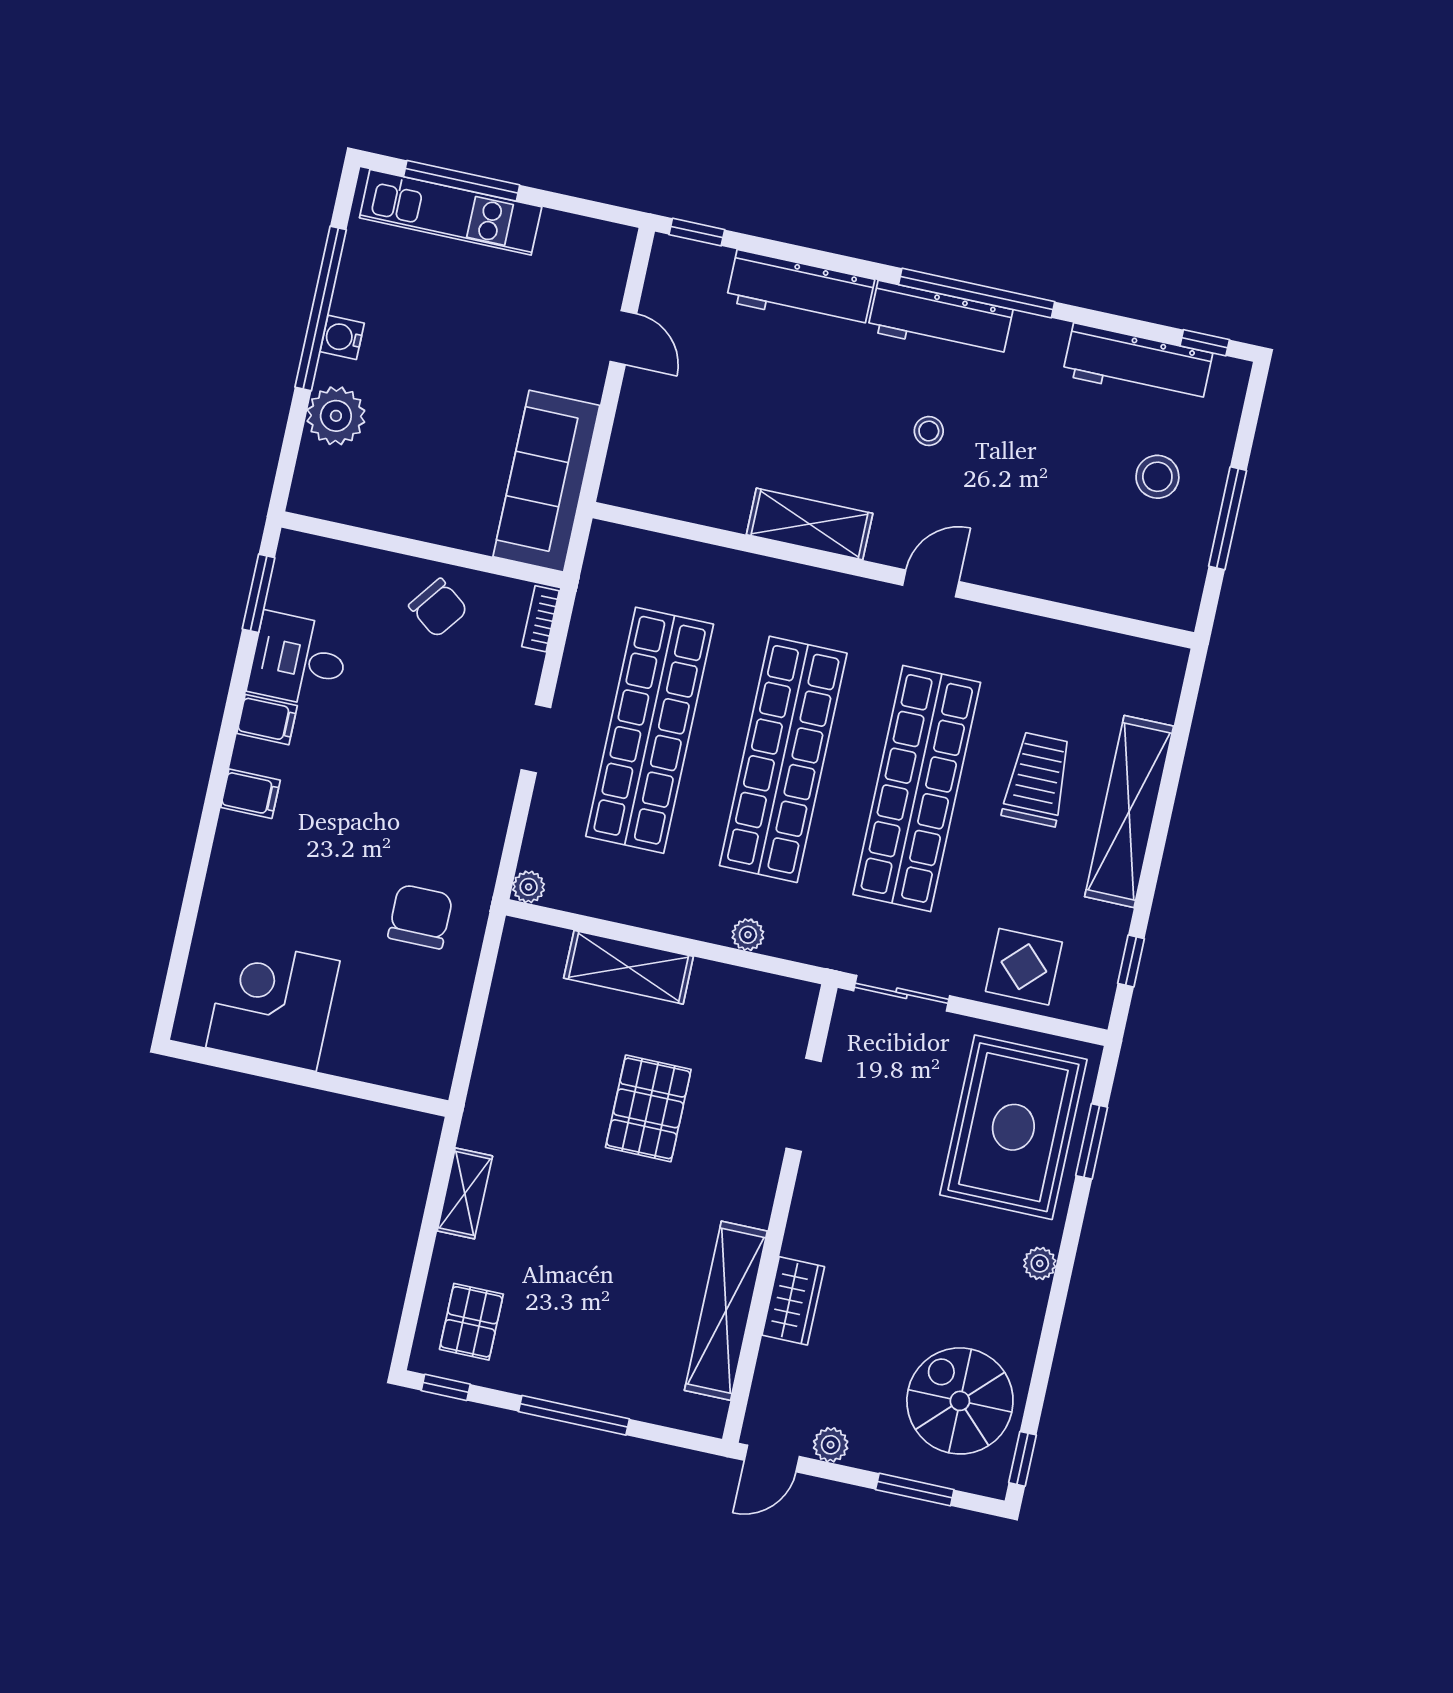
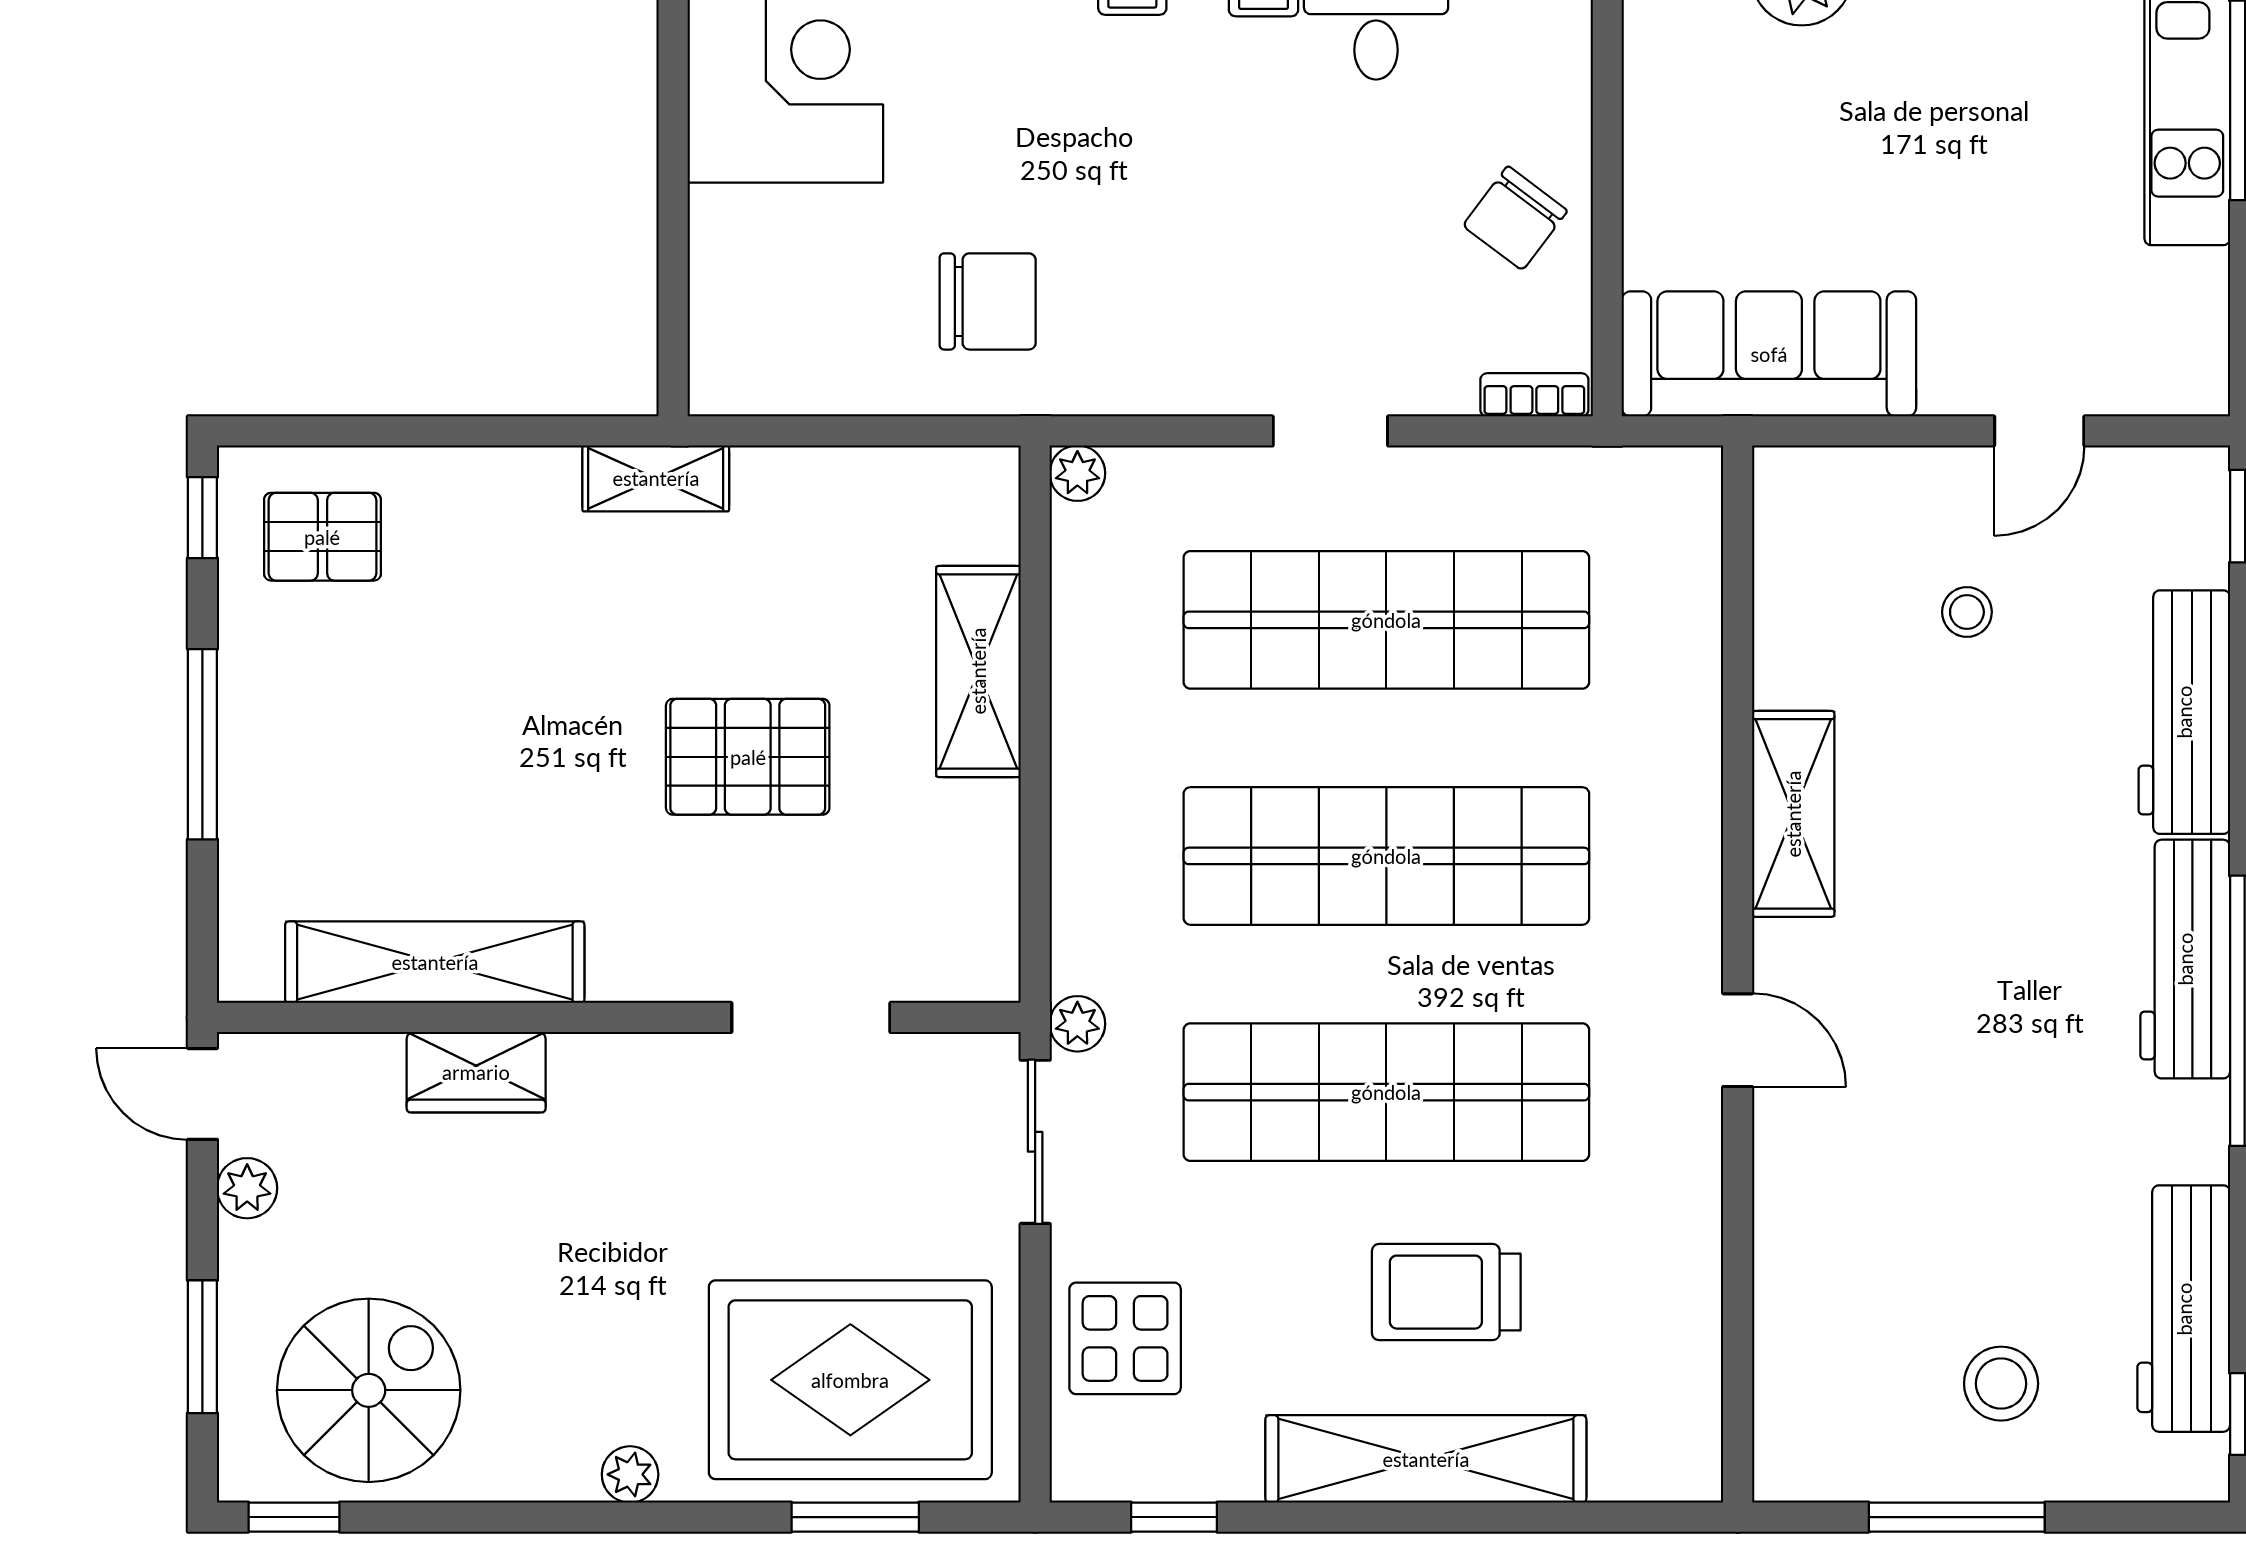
stool: (929, 431) -> (1967, 612), moved
trolley: (1037, 779) -> (1446, 1292), turned 180
plant: (748, 935) -> (1077, 1024), moved
shelving: (465, 1193) -> (656, 478), moved

